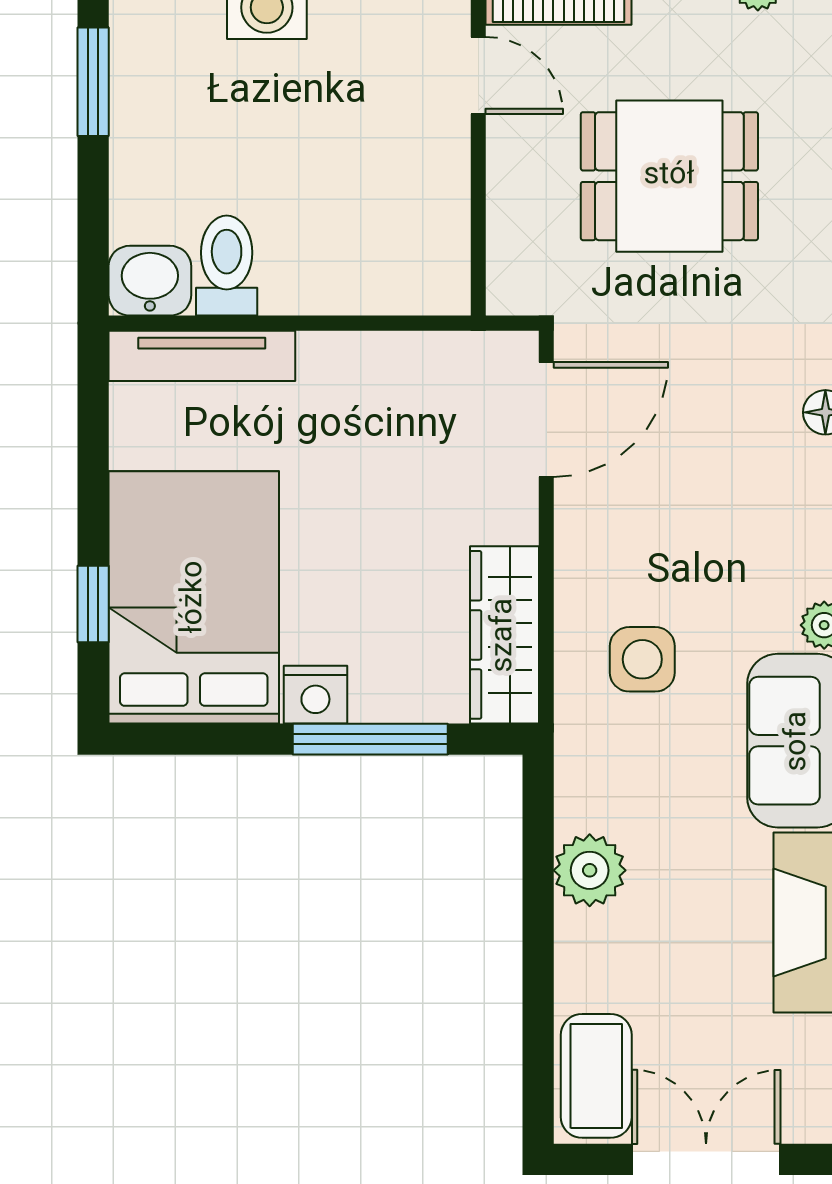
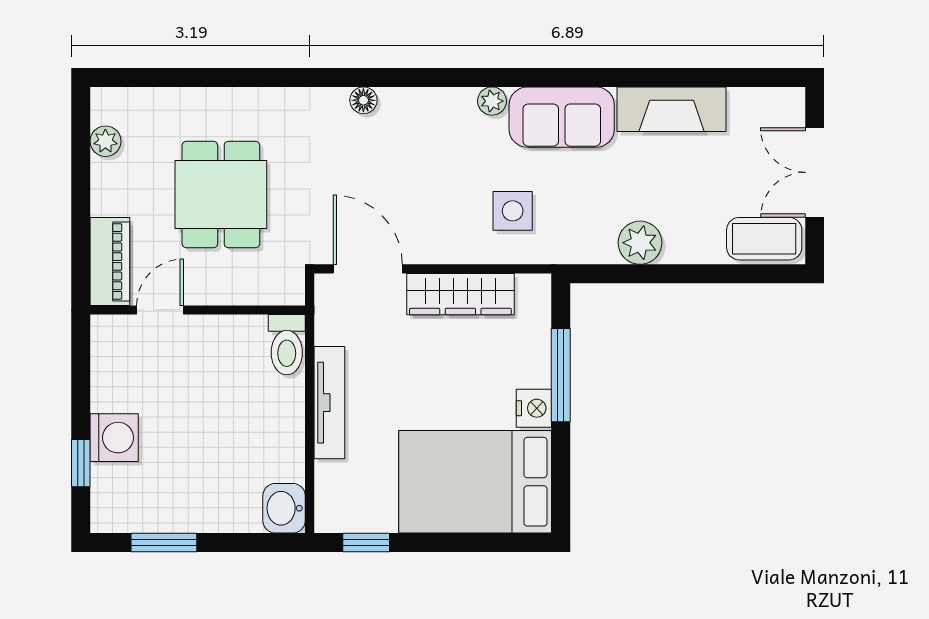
toilet: (227, 266) -> (287, 345), moved, turned -90
tv unit: (202, 356) -> (329, 403), moved
window: (93, 604) -> (366, 543), moved
wardrobe: (504, 635) -> (460, 294), moved

